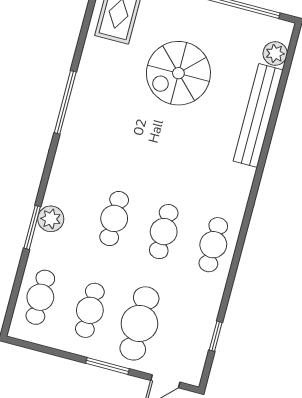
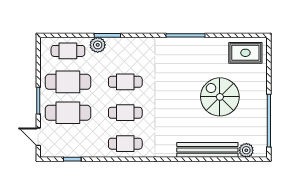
plant: (51, 219) -> (98, 45), moved
cafe table: (90, 310) -> (68, 82), width x1.37, depth x1.35

